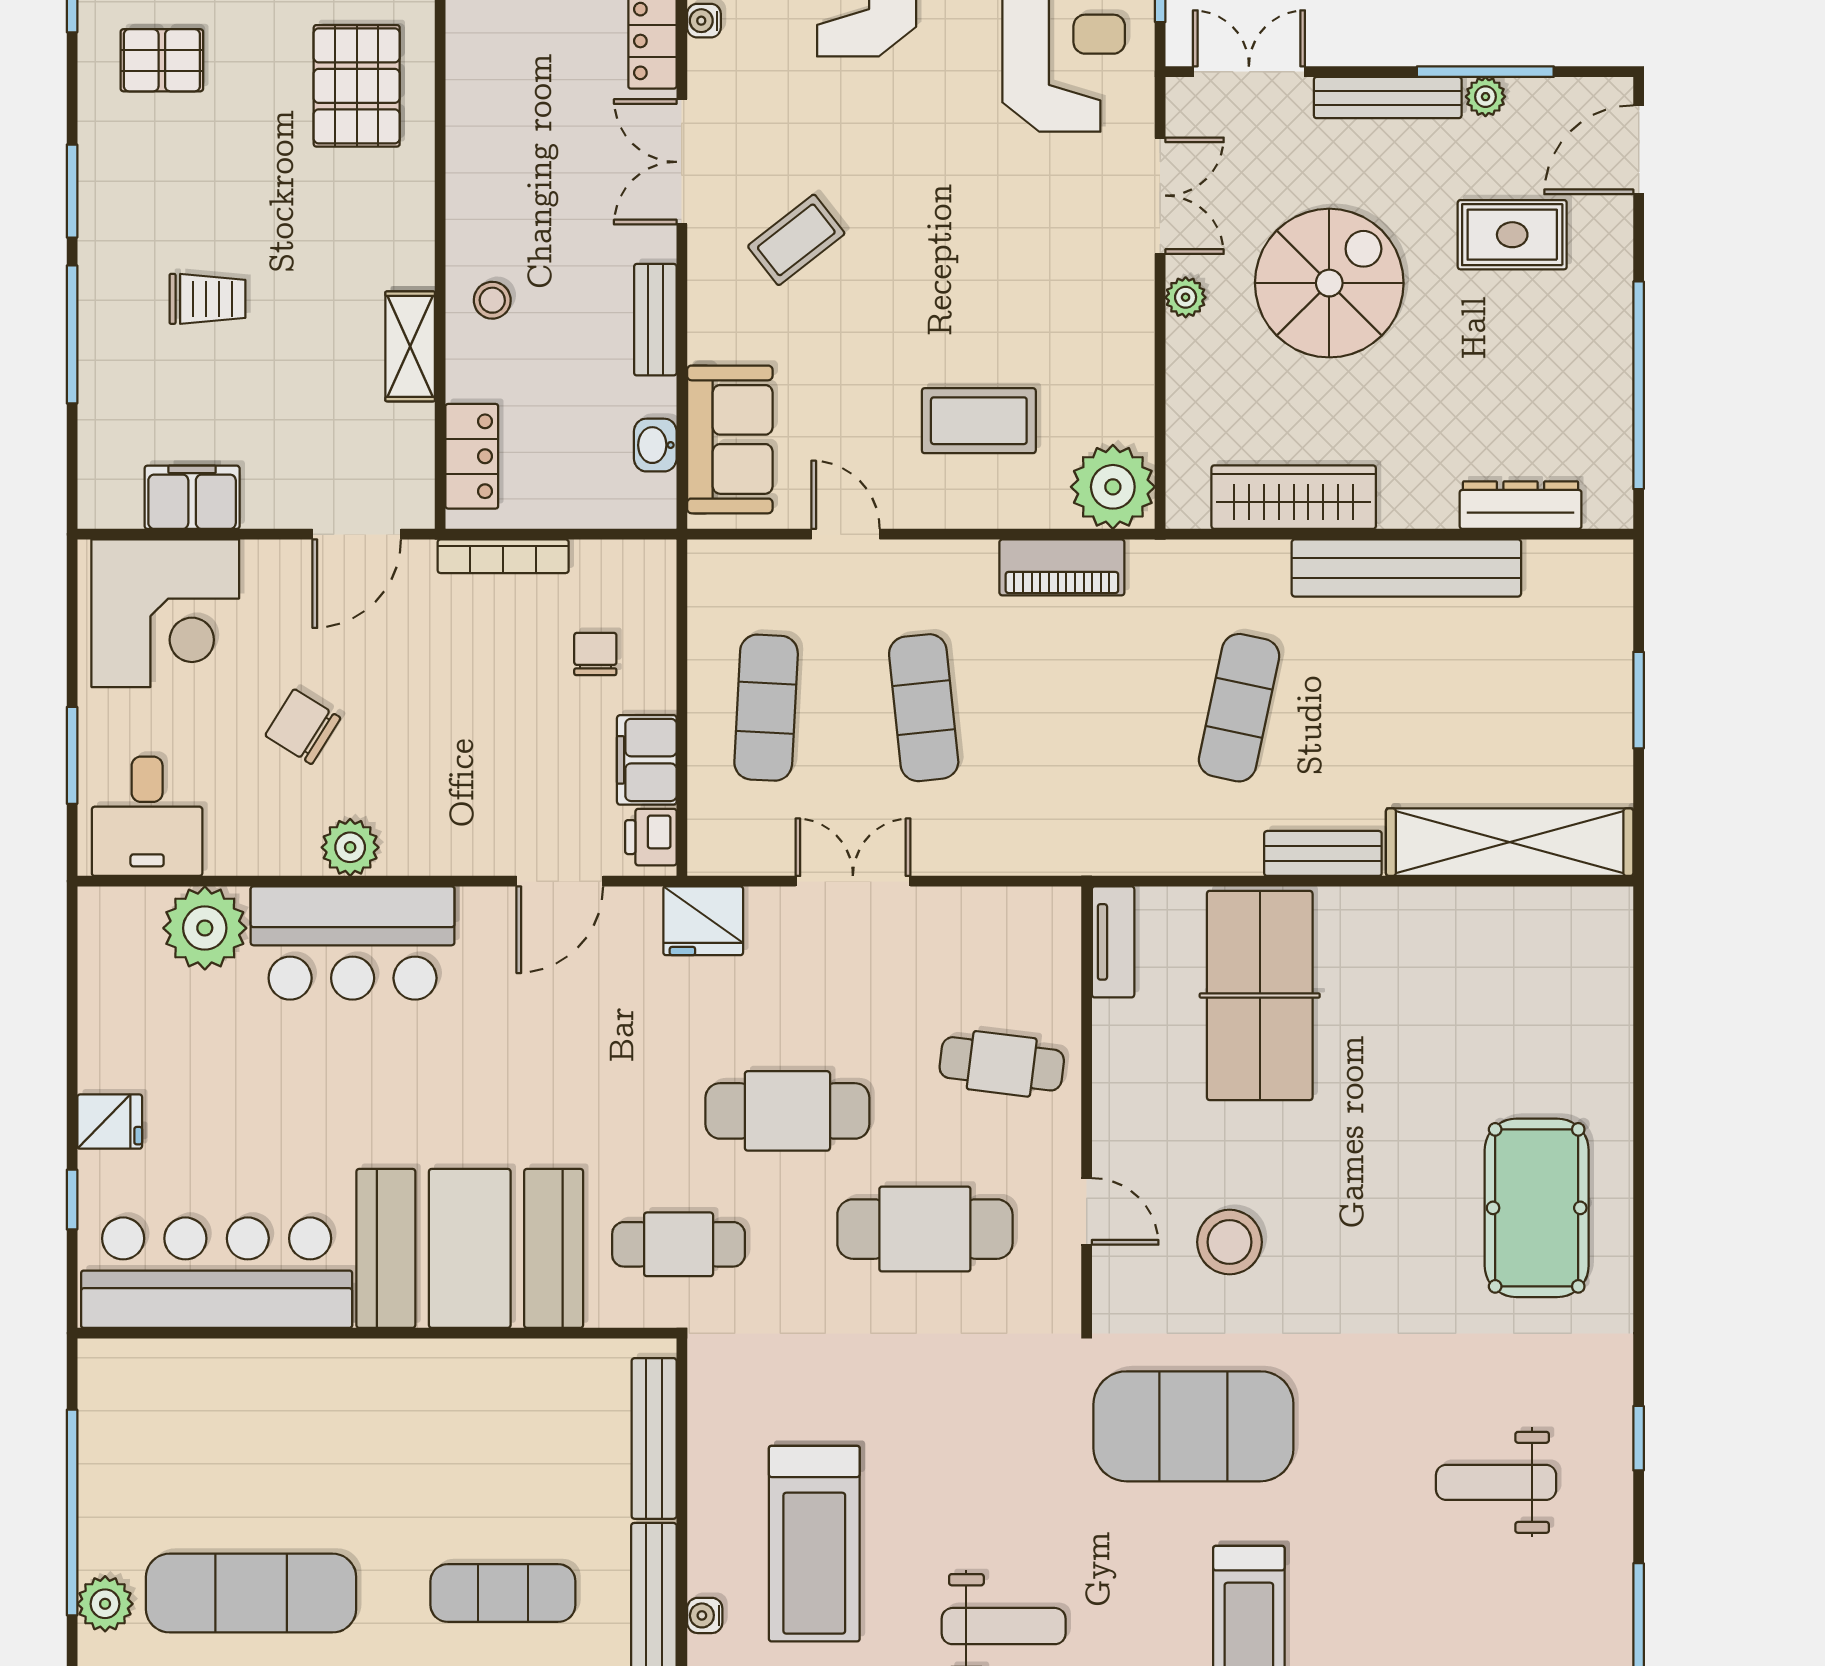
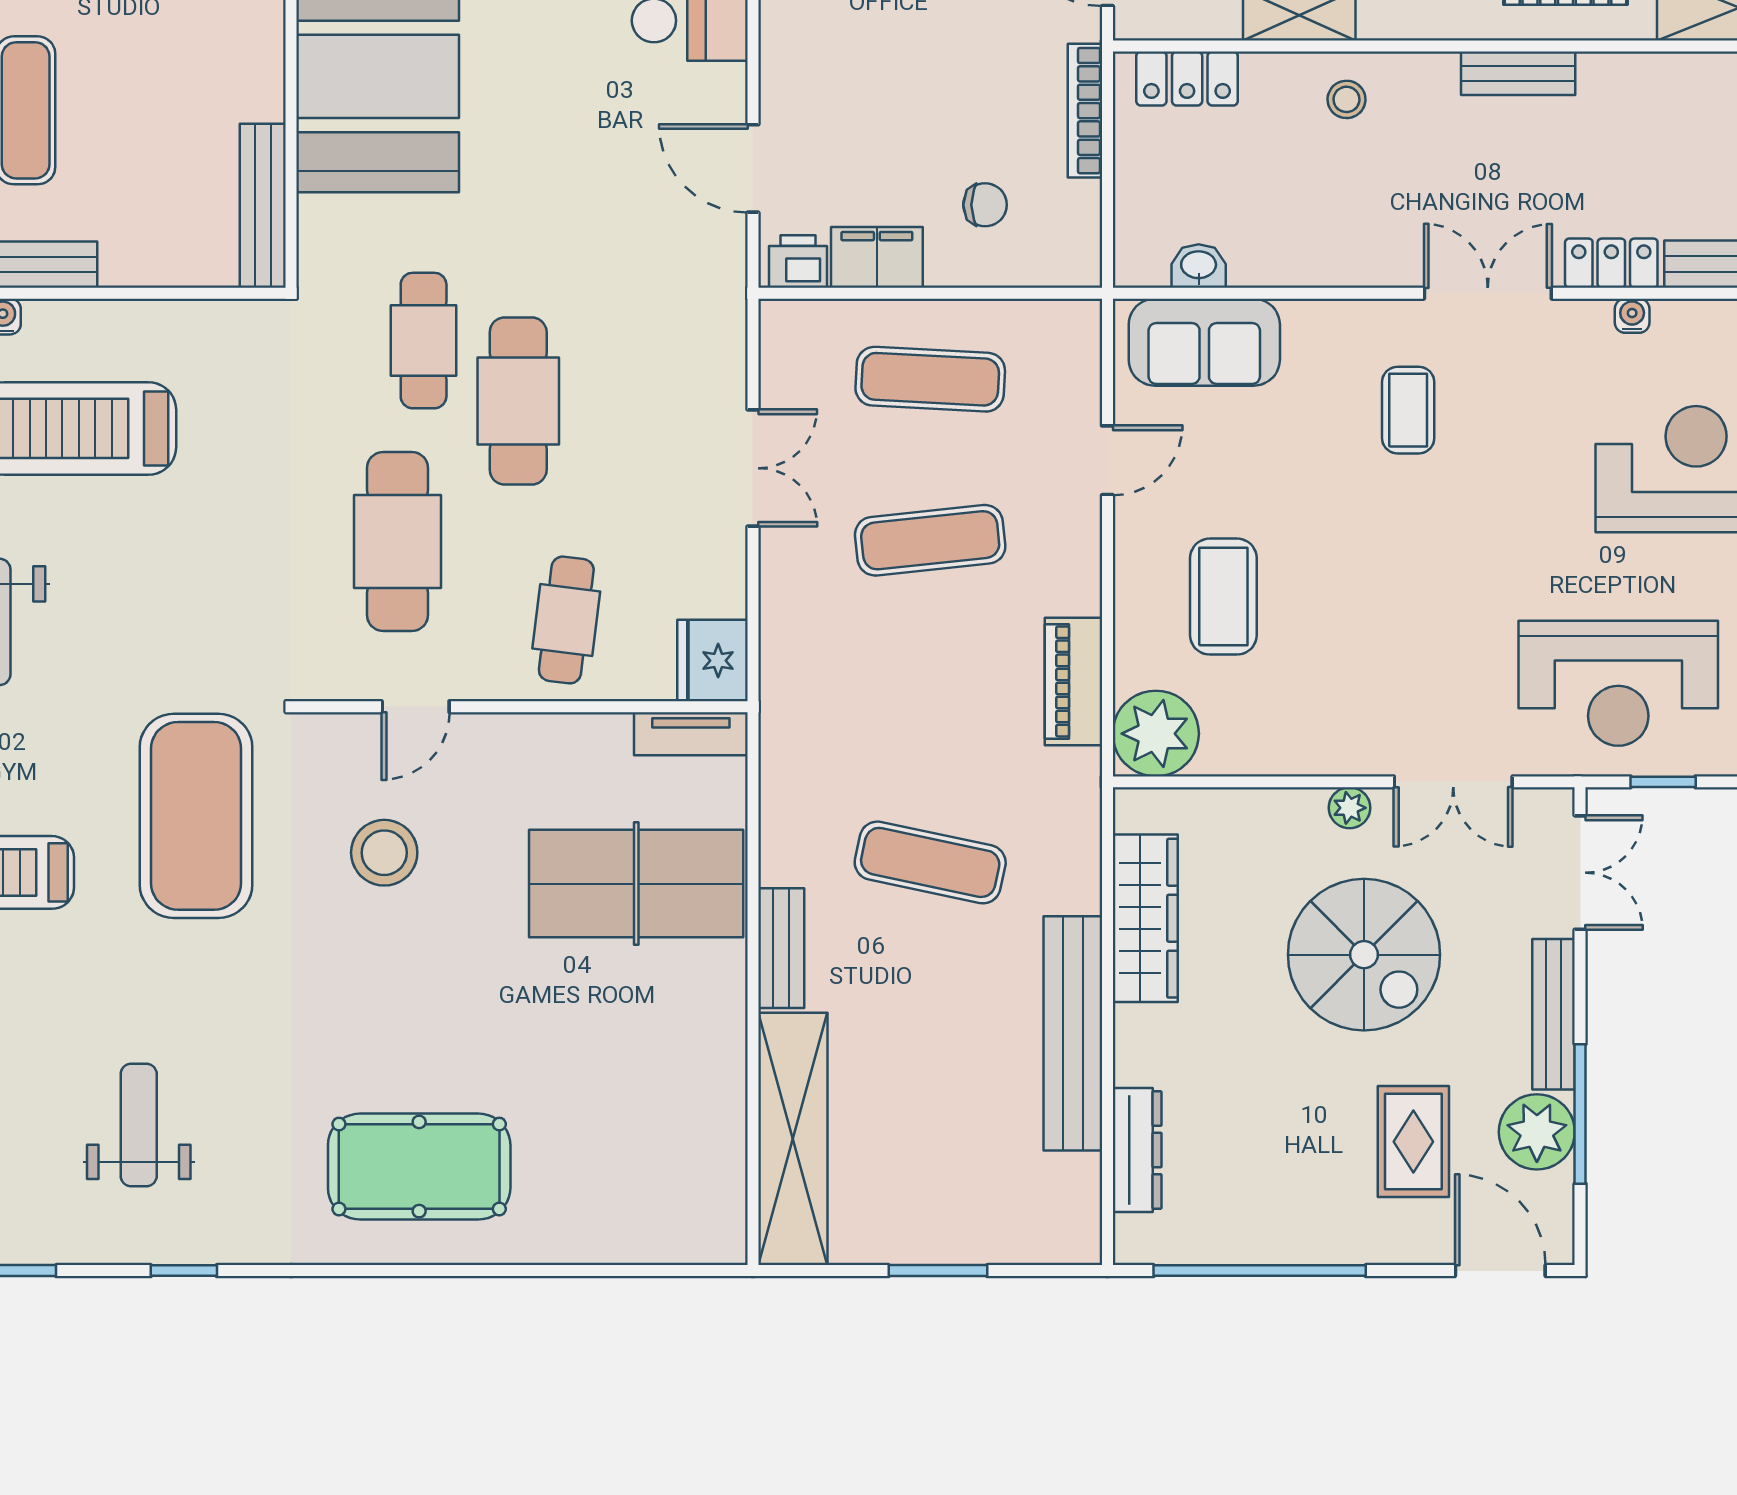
plant: (1485, 97) -> (1537, 1132), width x1.88, depth x1.88
coffee table: (796, 240) -> (1408, 410), turned 38
bench: (655, 320) -> (1518, 73), moved
fridge: (703, 921) -> (712, 661), moved
cafe table: (679, 1244) -> (424, 341), moved
bench: (654, 1438) -> (263, 206), moved, turned 90

